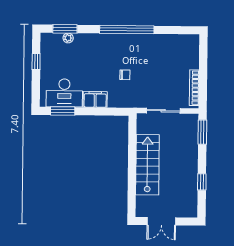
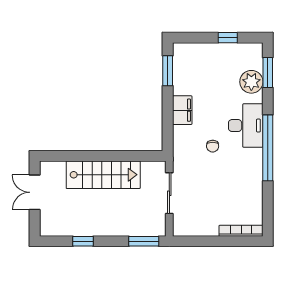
plant: (68, 38) -> (251, 82), width x1.88, depth x1.88
bookcase: (194, 88) -> (241, 231), moved
desk: (64, 93) -> (246, 126), moved, turned 180

